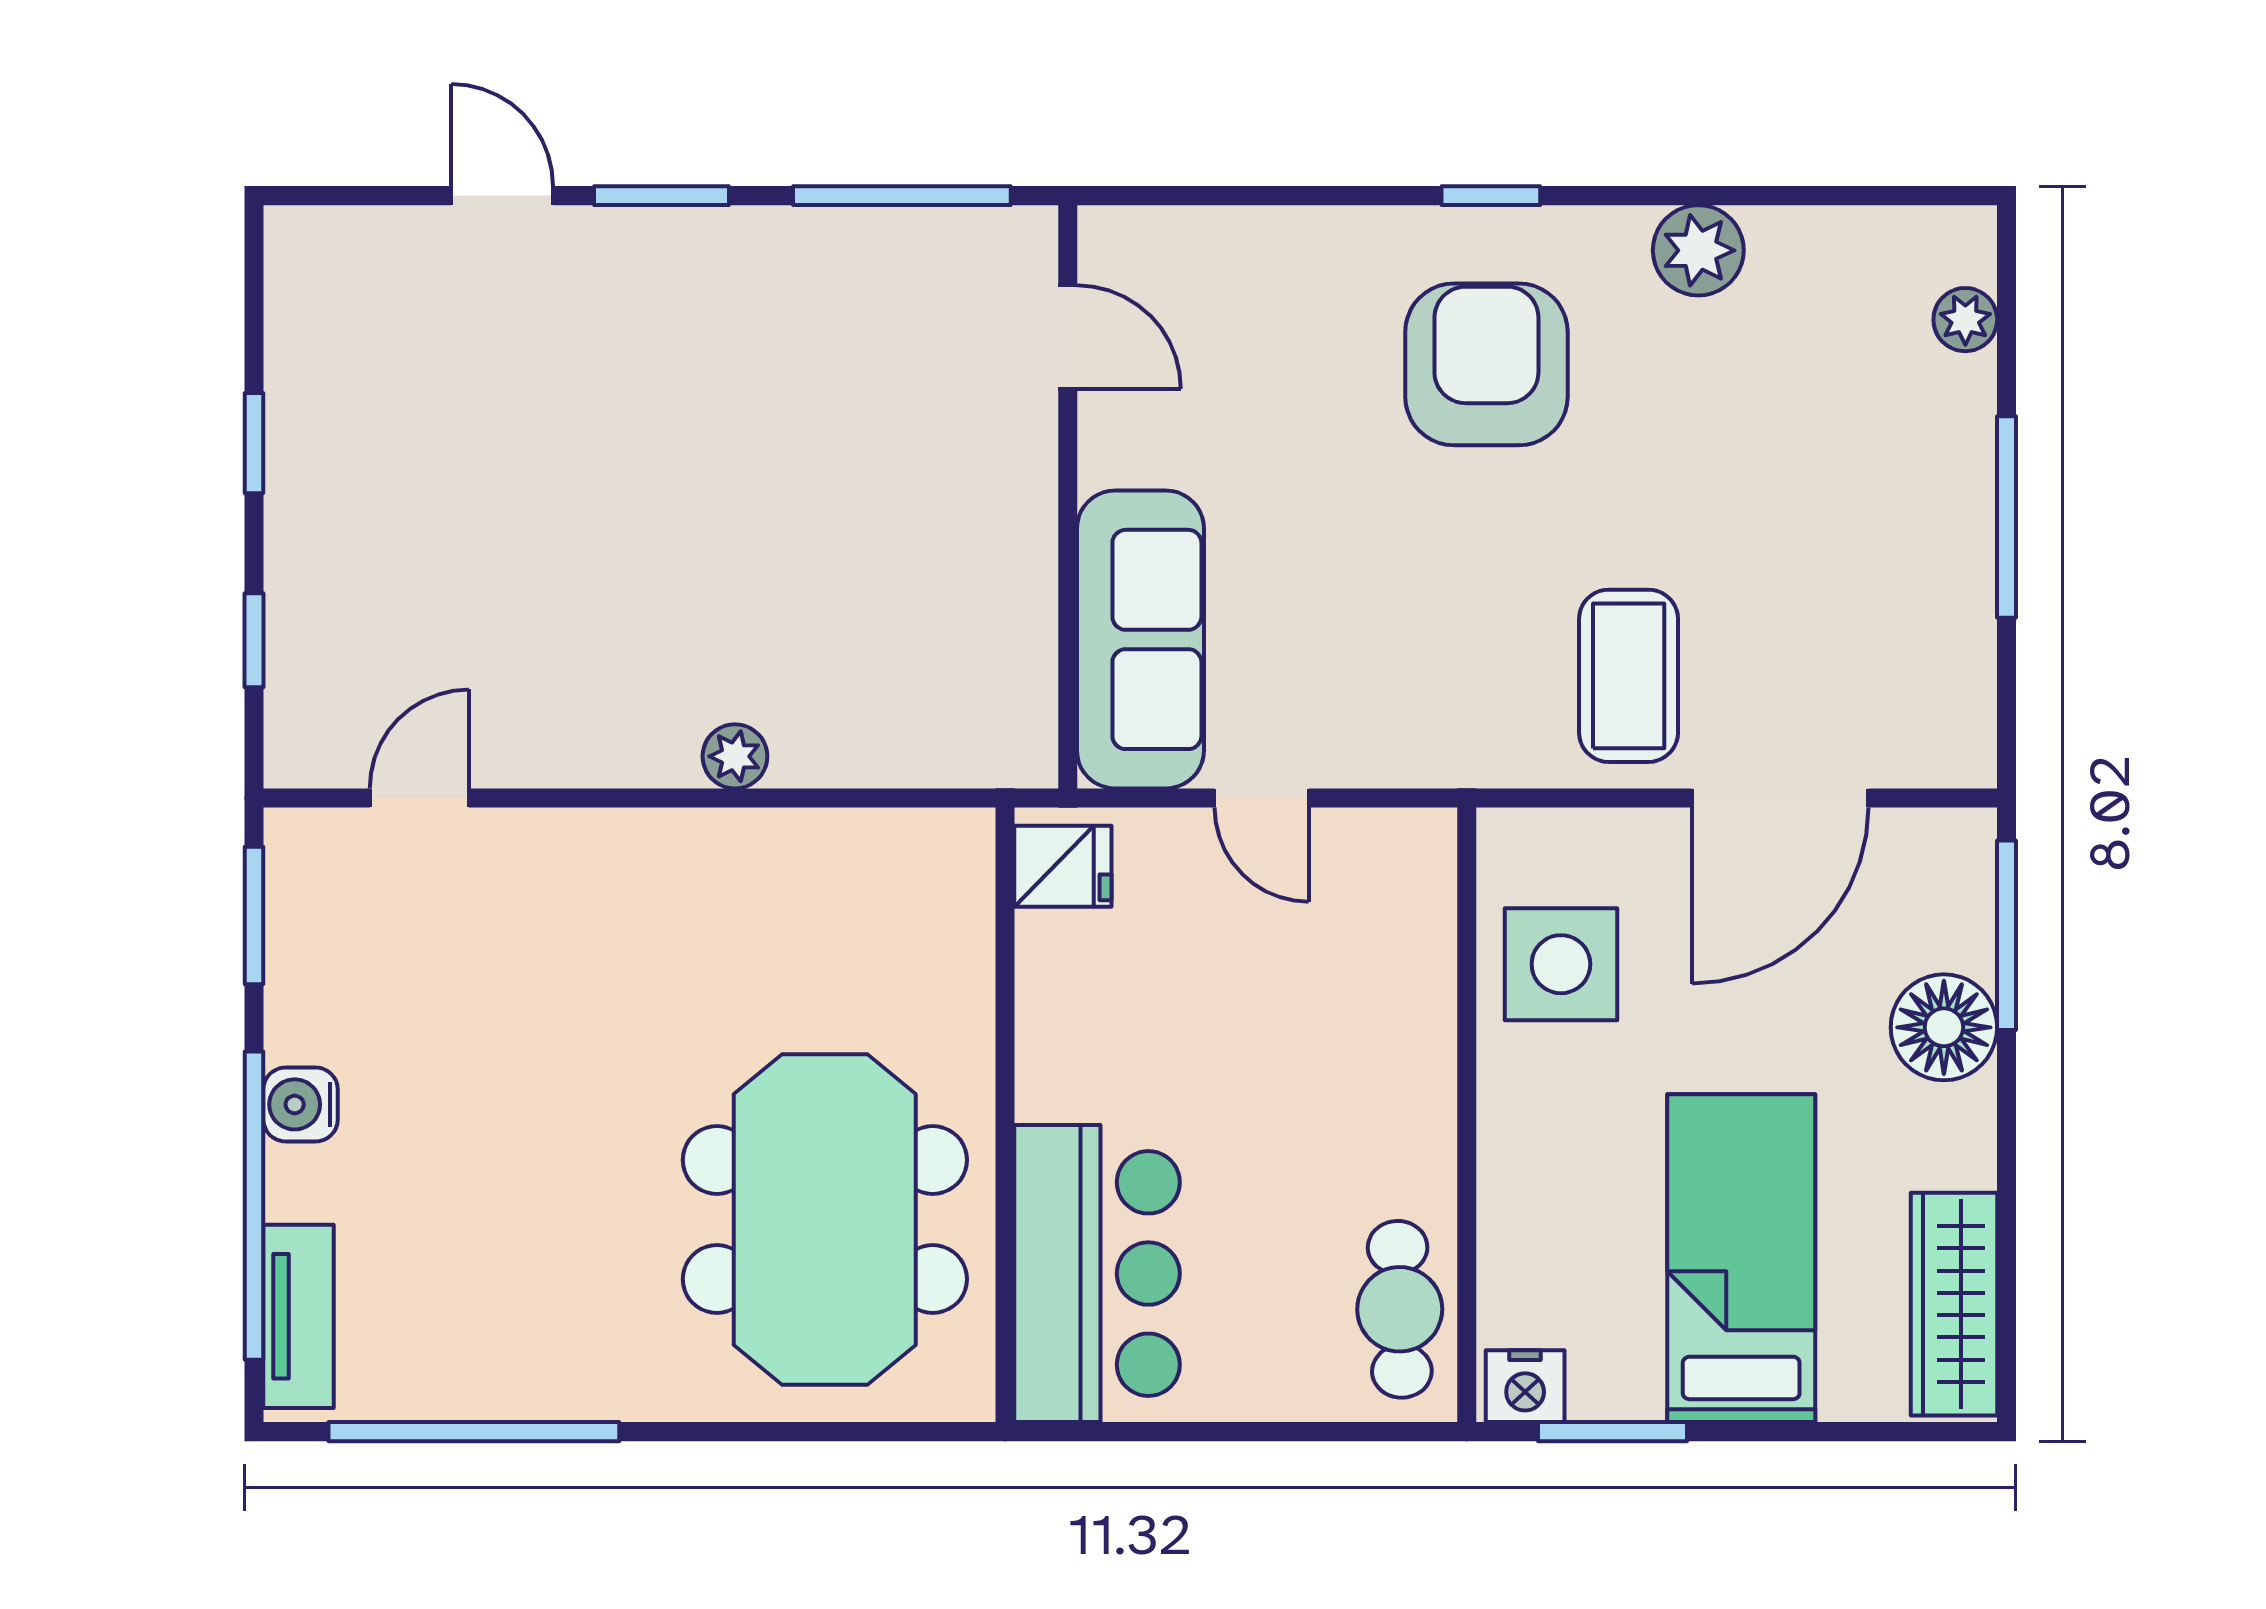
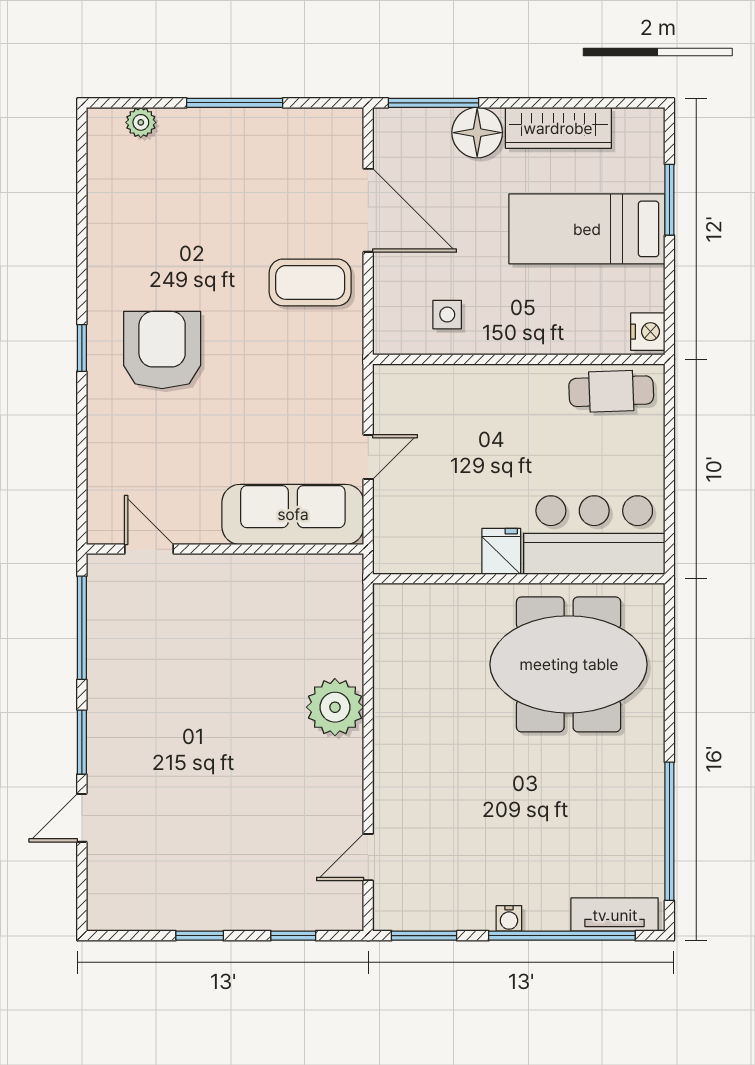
plant: (1698, 250) -> (108, 249), removed
door: (1068, 337) -> (149, 549), hinge flipped
armchair: (1486, 364) -> (162, 350), turned 90
plant: (735, 756) -> (335, 707), width x1.88, depth x1.88
door: (419, 798) -> (368, 857), hinge flipped
fridge: (1063, 866) -> (501, 551), moved
side table: (1561, 964) -> (447, 315), width x0.54, depth x0.54
water cooler: (301, 1104) -> (509, 918), width x0.72, depth x0.72
wardrobe: (1954, 1304) -> (558, 128), moved
window: (1613, 1432) -> (669, 200), moved

